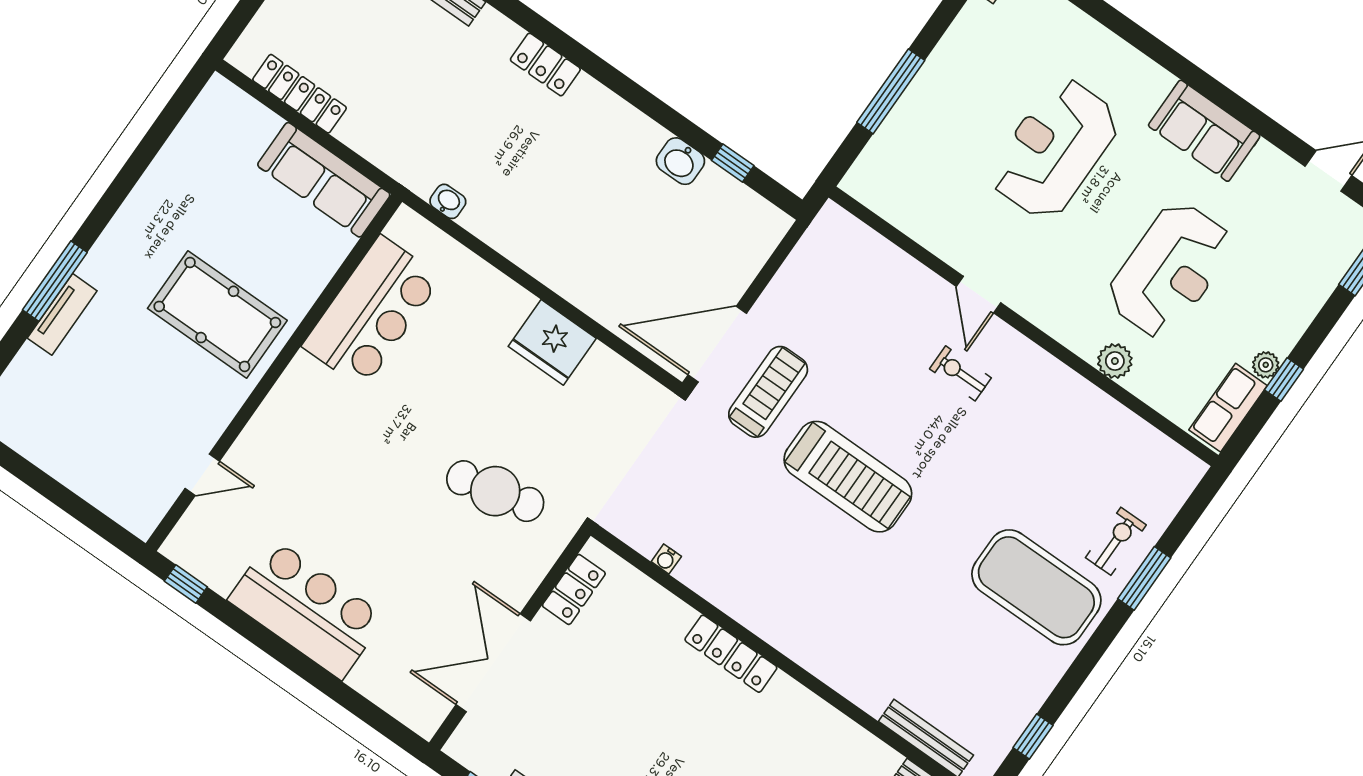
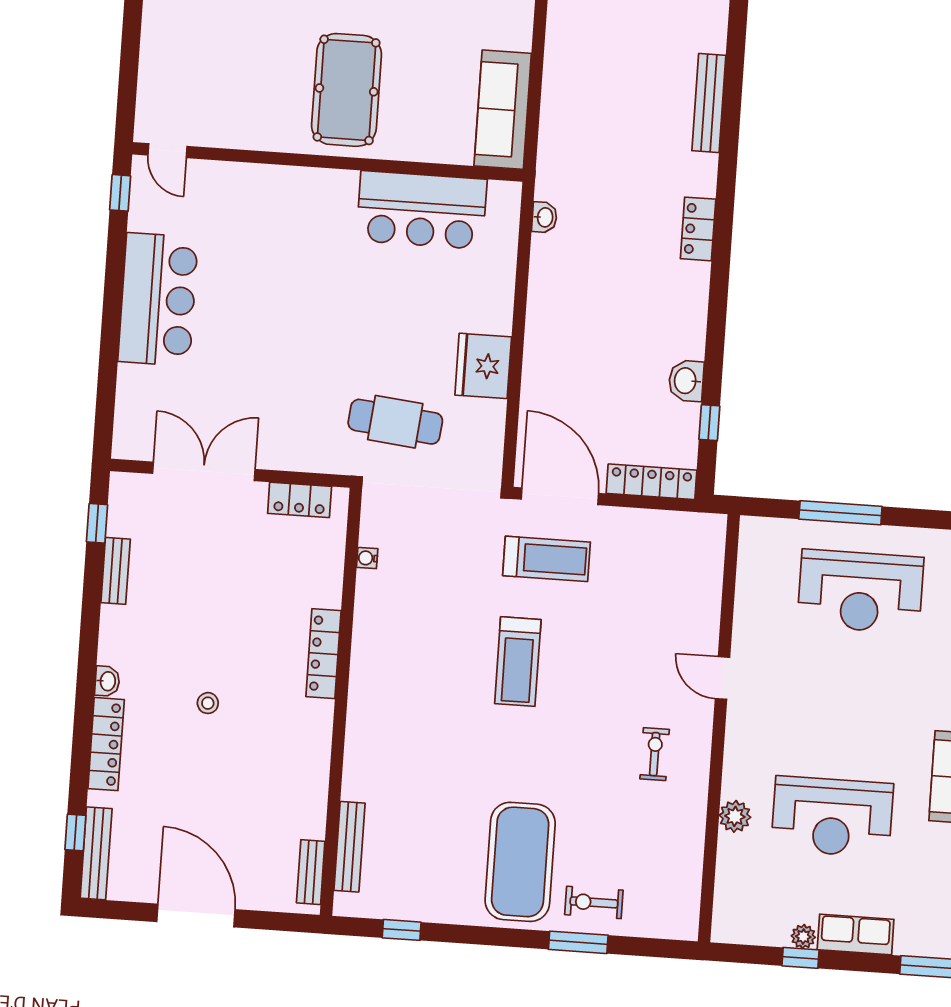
locker: (300, 94) -> (651, 482), moved, turned -90
reception desk: (1055, 149) -> (860, 591), moved, turned 180
door: (978, 295) -> (722, 678), hinge flipped
exercise bike: (960, 373) -> (655, 754), moved
row of seats: (1228, 408) -> (856, 935), moved
door: (202, 475) -> (167, 151), moved
treadmill: (848, 477) -> (518, 662), width x0.73, depth x0.73
cafe table: (495, 491) -> (395, 422), moved, turned -71
exercise bike: (1116, 541) -> (594, 902), turned 180

